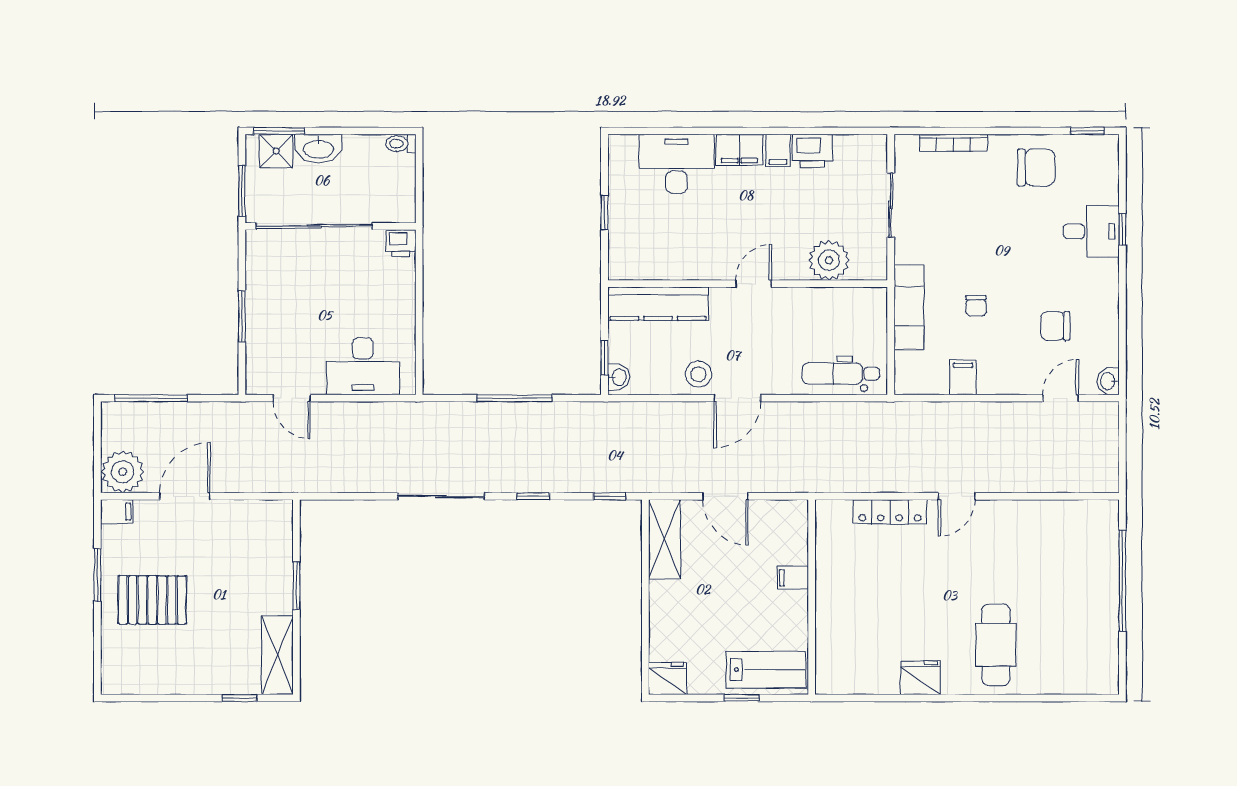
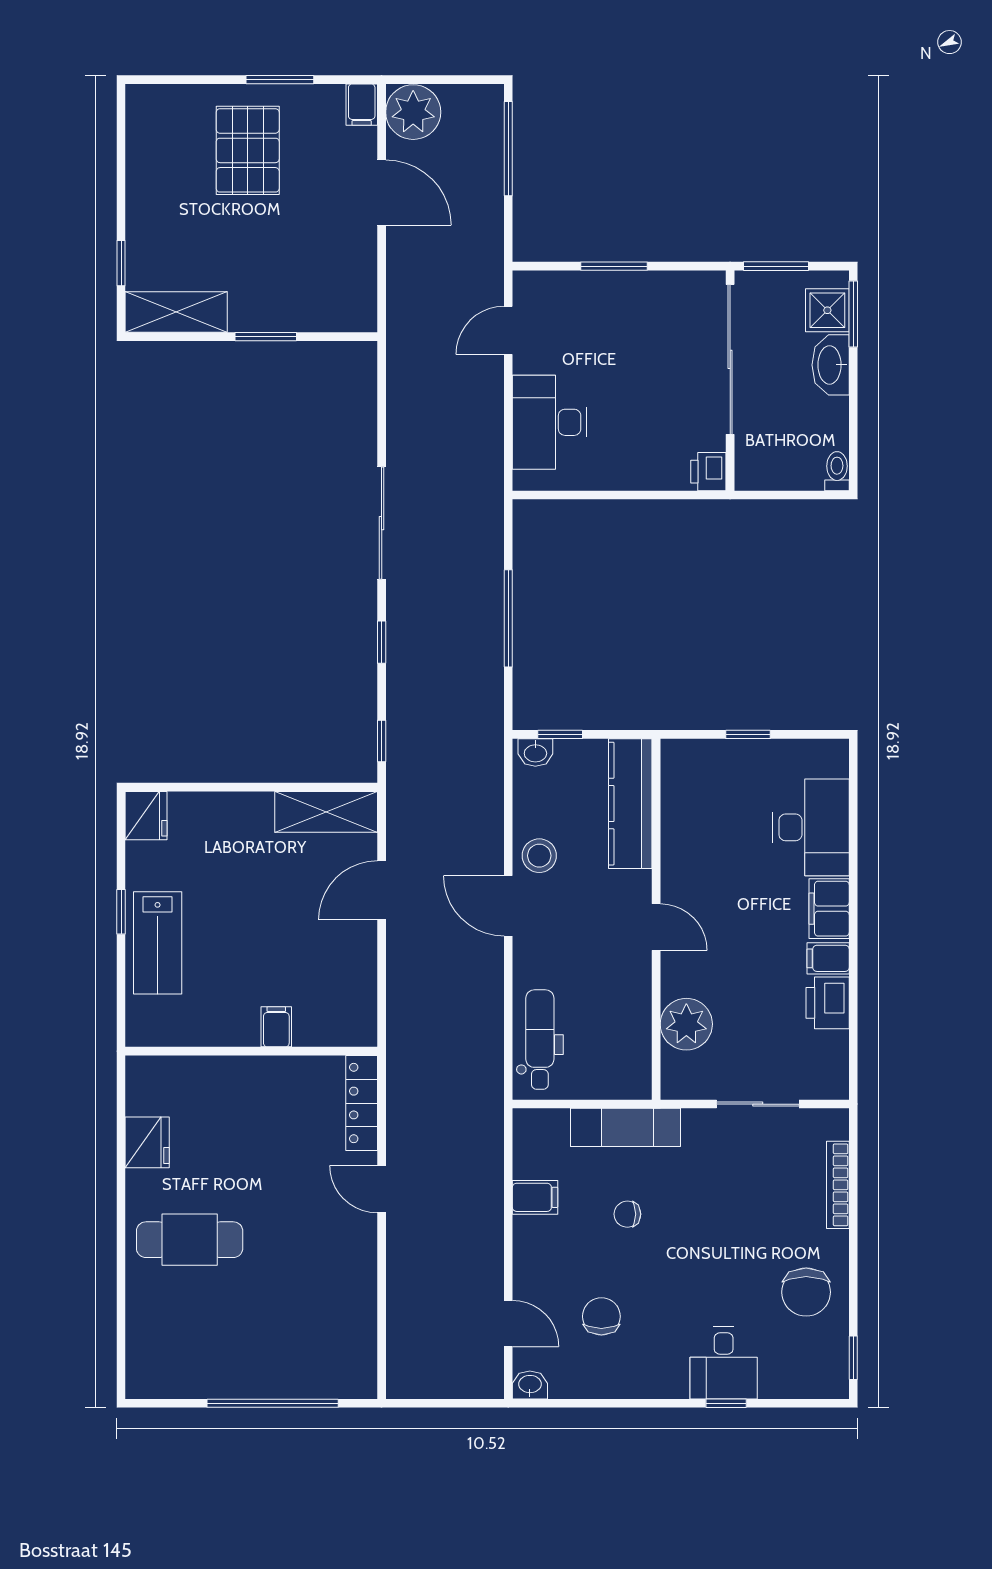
filing cabinet: (793, 578) -> (276, 1027), moved
wall: (812, 597) -> (251, 1051), moved

